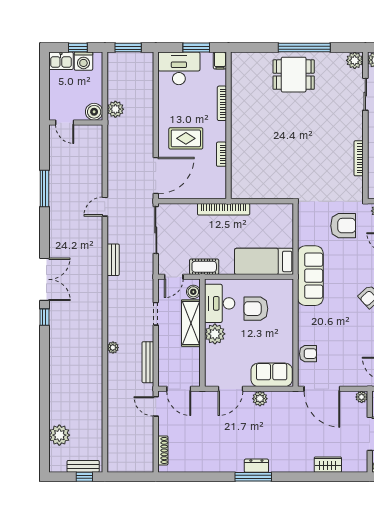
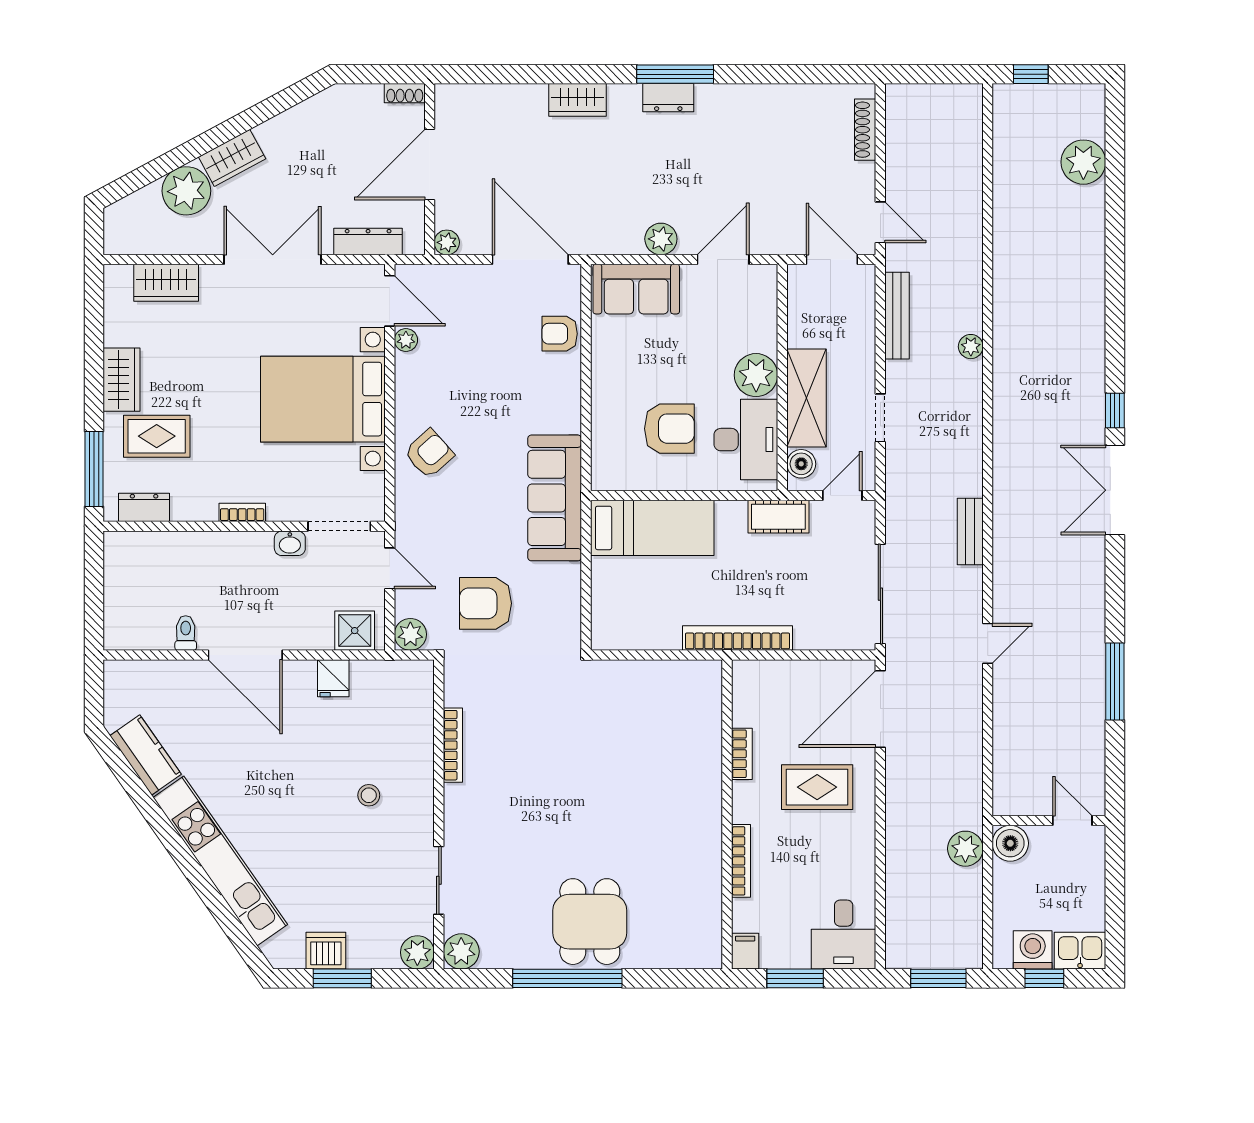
desk: (179, 68) -> (844, 935), width x0.73
dining table: (294, 75) -> (590, 922), turned 90
wardrobe: (328, 465) -> (577, 100), moved
bench: (83, 466) -> (1033, 96), removed

